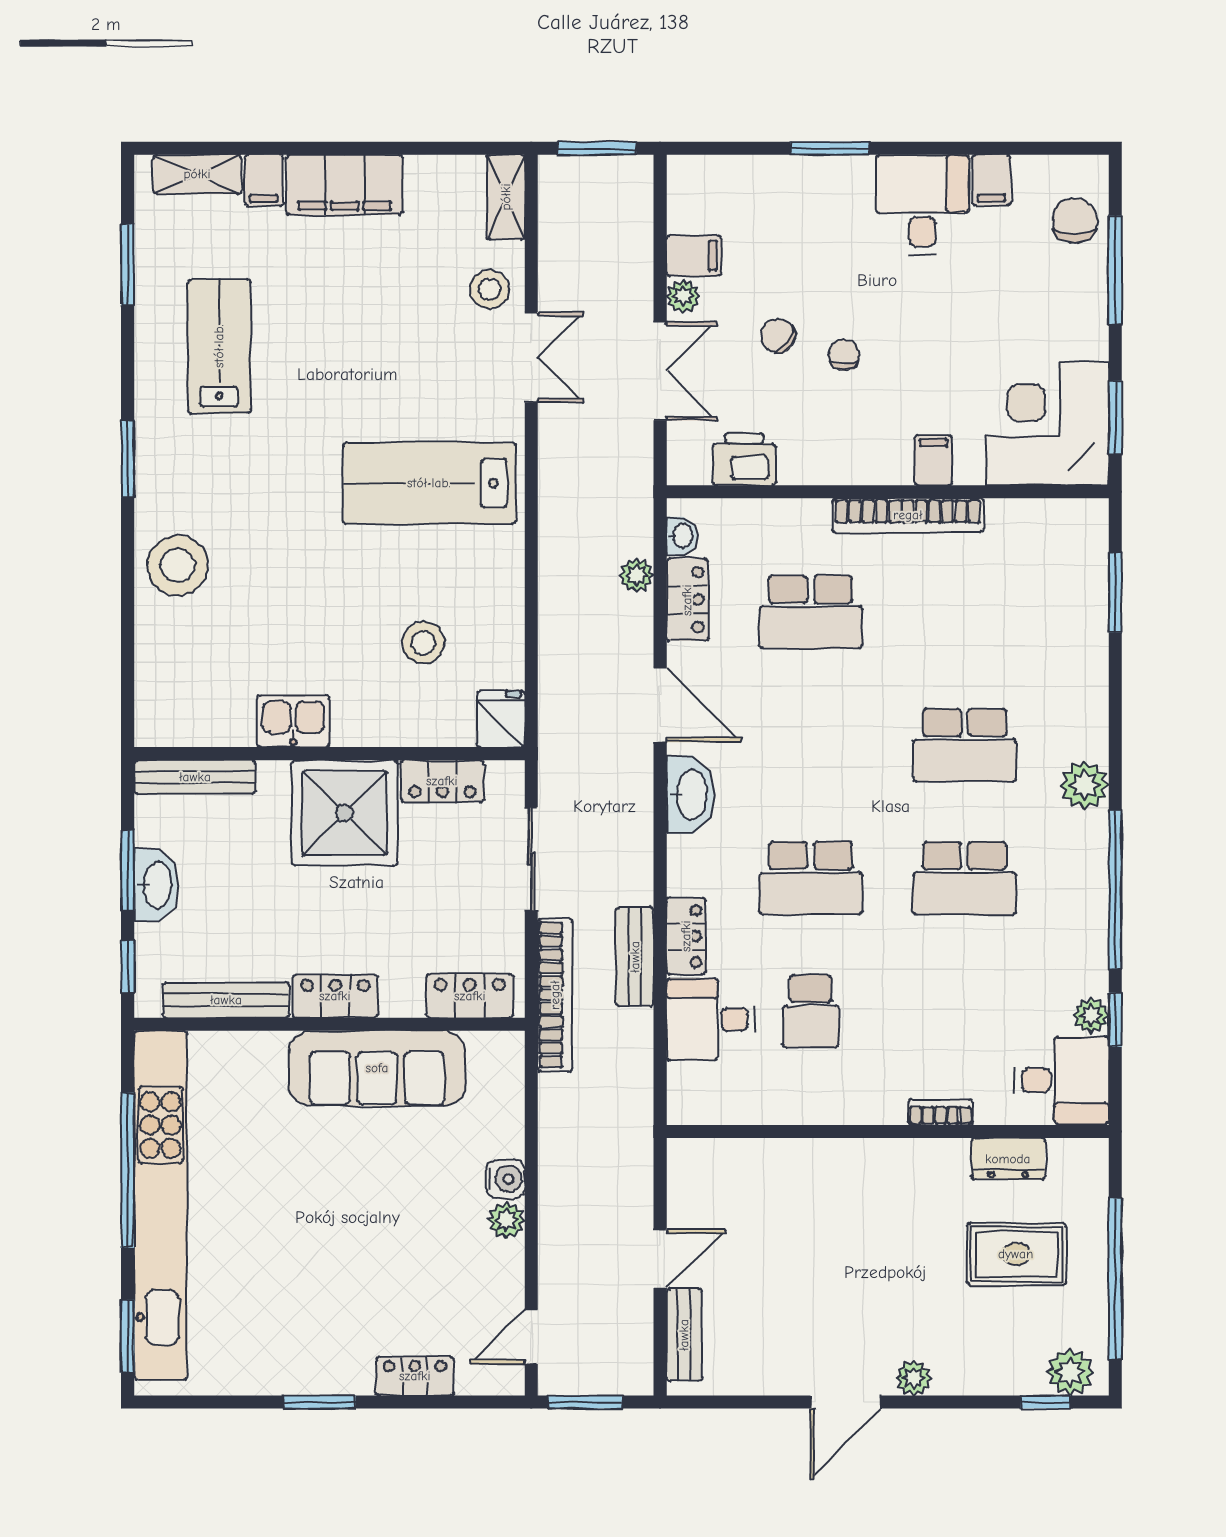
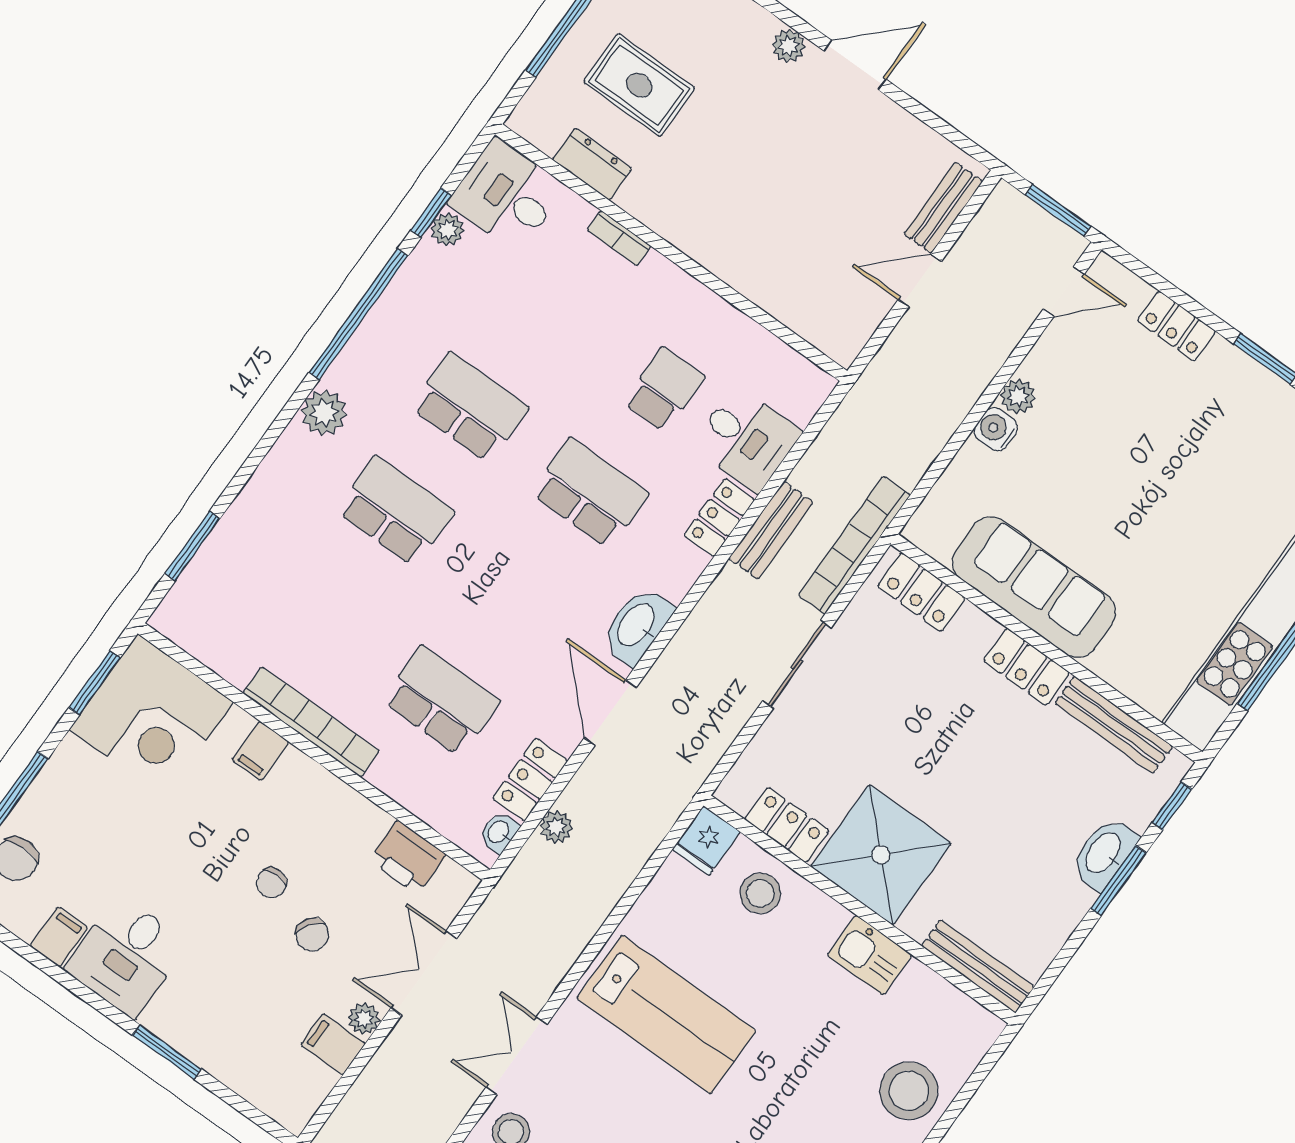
fridge: (501, 719) -> (706, 841), moved
kitchen sink: (293, 721) -> (870, 955), moved
wall: (329, 754) -> (860, 909), moved
bench: (195, 777) -> (978, 966), moved
locker: (442, 781) -> (787, 825), moved
shower: (344, 813) -> (881, 855), moved

